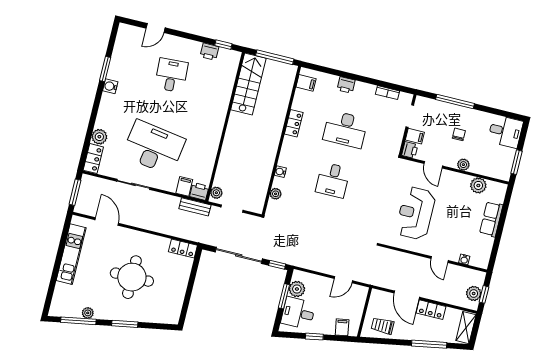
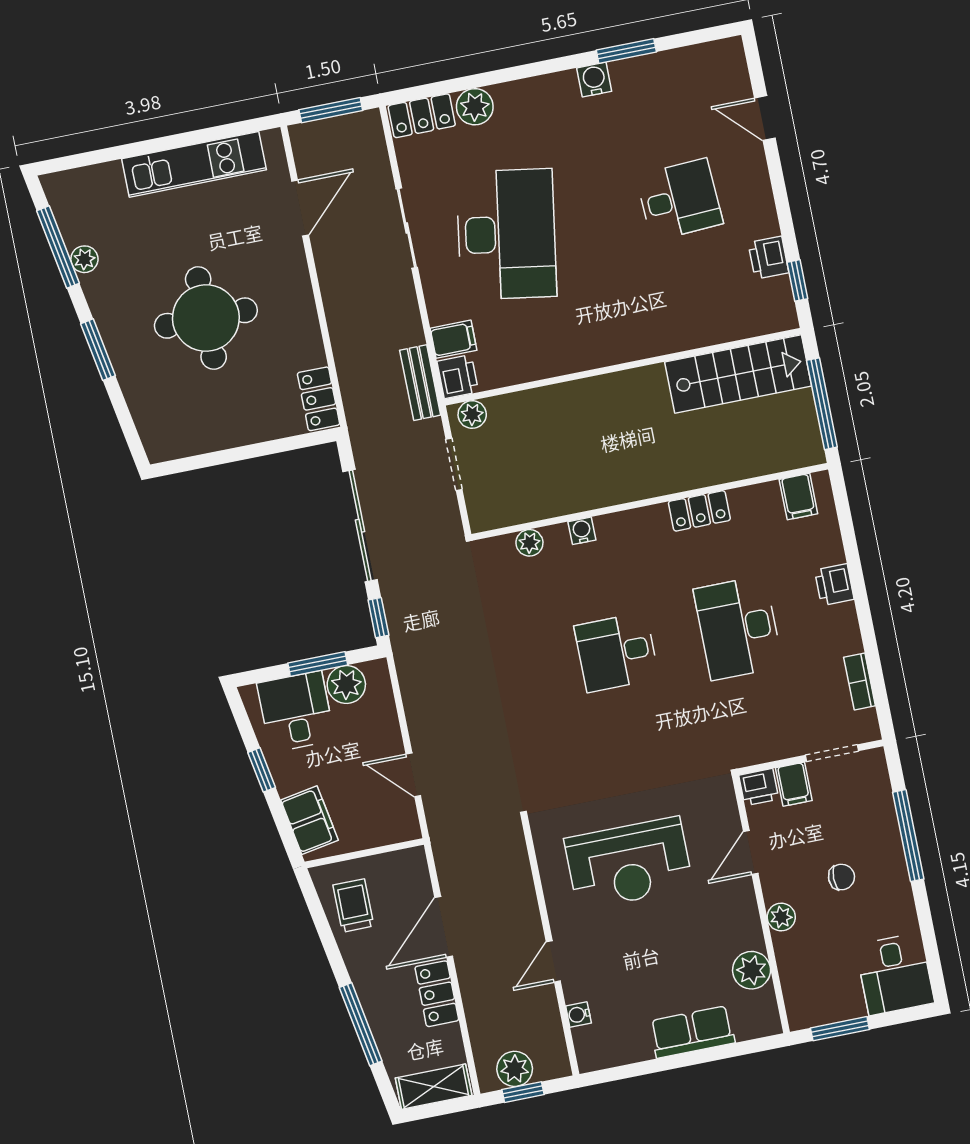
reception desk: (416, 213) -> (629, 863), turned 180
filing cabinet: (342, 327) -> (309, 820), width x2.00

